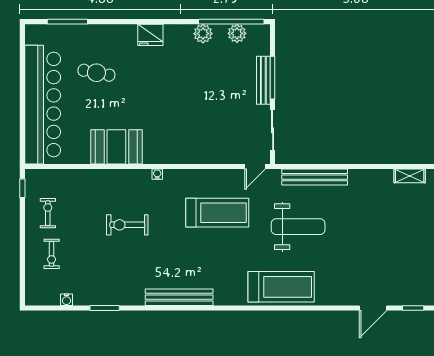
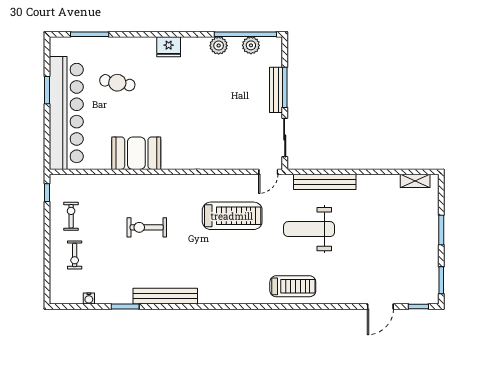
window: (22, 80) -> (47, 90), added
water cooler: (157, 174) -> (175, 179), removed
weight bench: (298, 227) -> (309, 229), turned 180
treadmill: (281, 287) -> (293, 286), width x0.73, depth x0.73
bench: (179, 297) -> (165, 296), moved

